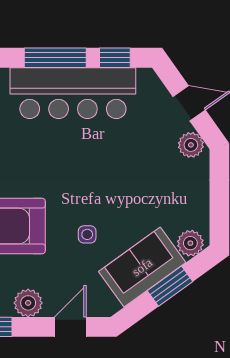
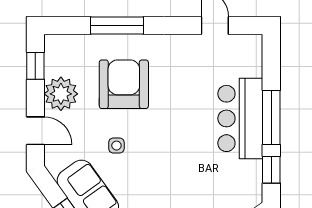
bar counter: (73, 93) -> (240, 118), width x0.73
plant: (28, 303) -> (61, 94), width x1.36, depth x1.36

